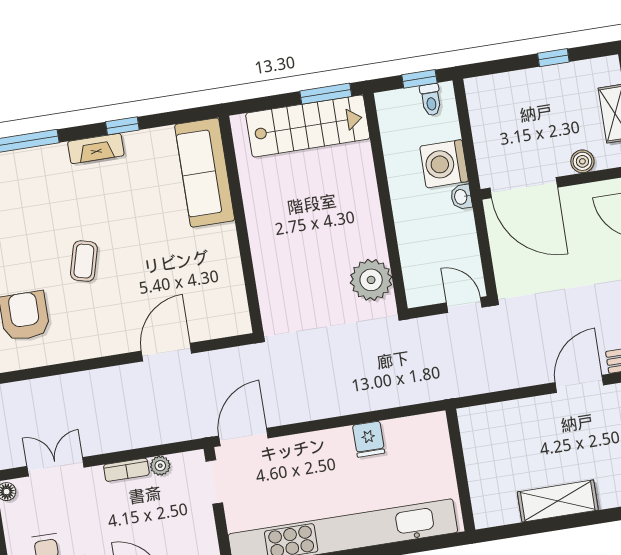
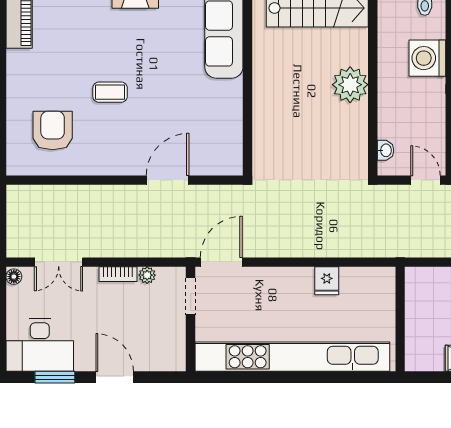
washbasin: (461, 197) -> (386, 150), moved, turned 180
coffee table: (84, 261) -> (110, 92), turned 75
plant: (371, 280) -> (350, 85), moved
double door: (56, 467) -> (59, 262), swing flipped

